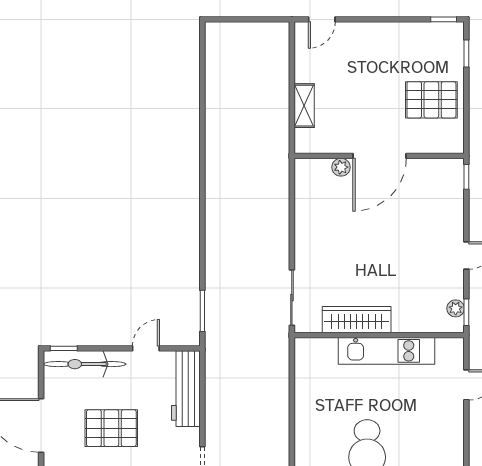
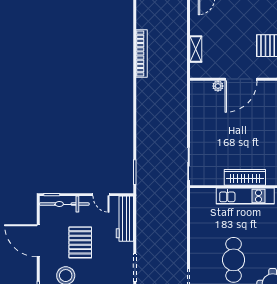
bookcase: (214, 113) -> (142, 53), added
wardrobe: (357, 320) -> (245, 177), moved
door: (146, 348) -> (101, 195), swing flipped
pallet: (111, 428) -> (80, 242), turned 90

